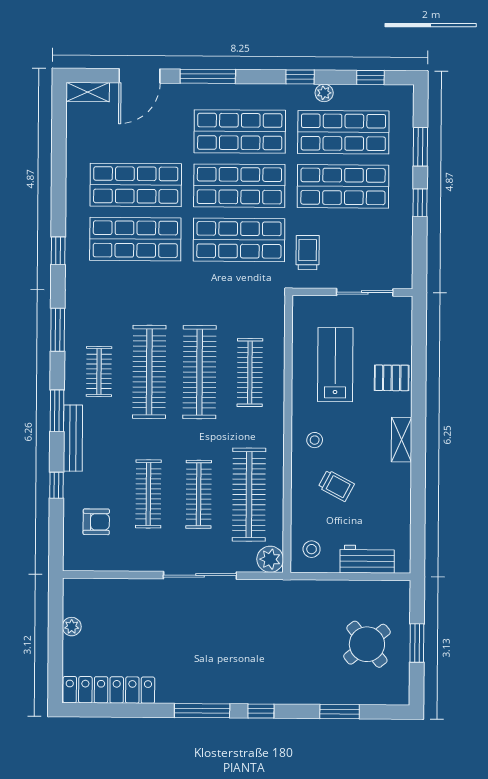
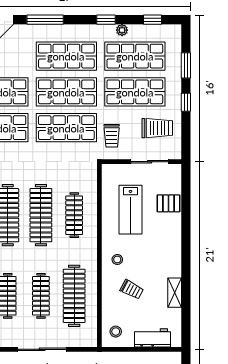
trolley: (377, 242) -> (157, 128), added
trolley: (308, 253) -> (112, 136), turned 180
lab bench: (335, 365) -> (130, 210), turned 180
pallet: (392, 378) -> (168, 203), moved
shelving: (401, 440) -> (175, 293), moved
plant: (270, 559) -> (88, 338), removed

